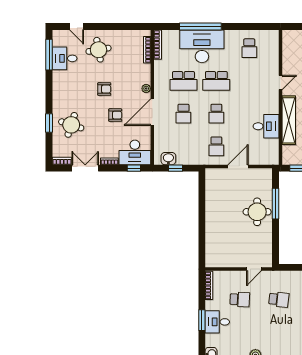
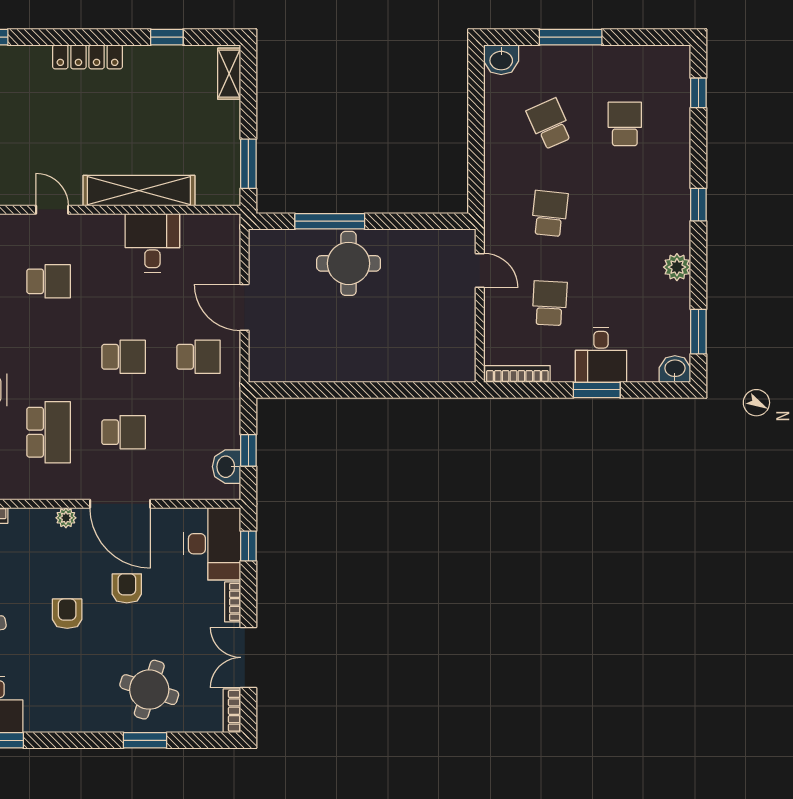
school desk: (216, 81) -> (49, 281), moved, width x0.54

